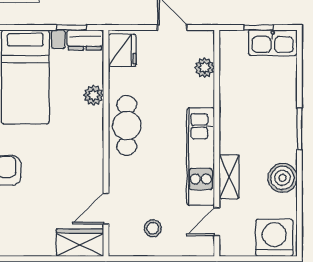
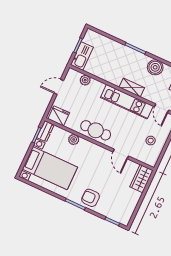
kitchen sink: (273, 43) -> (82, 56), moved
shelving: (229, 177) -> (132, 87), moved
door: (106, 209) -> (121, 154), moved

